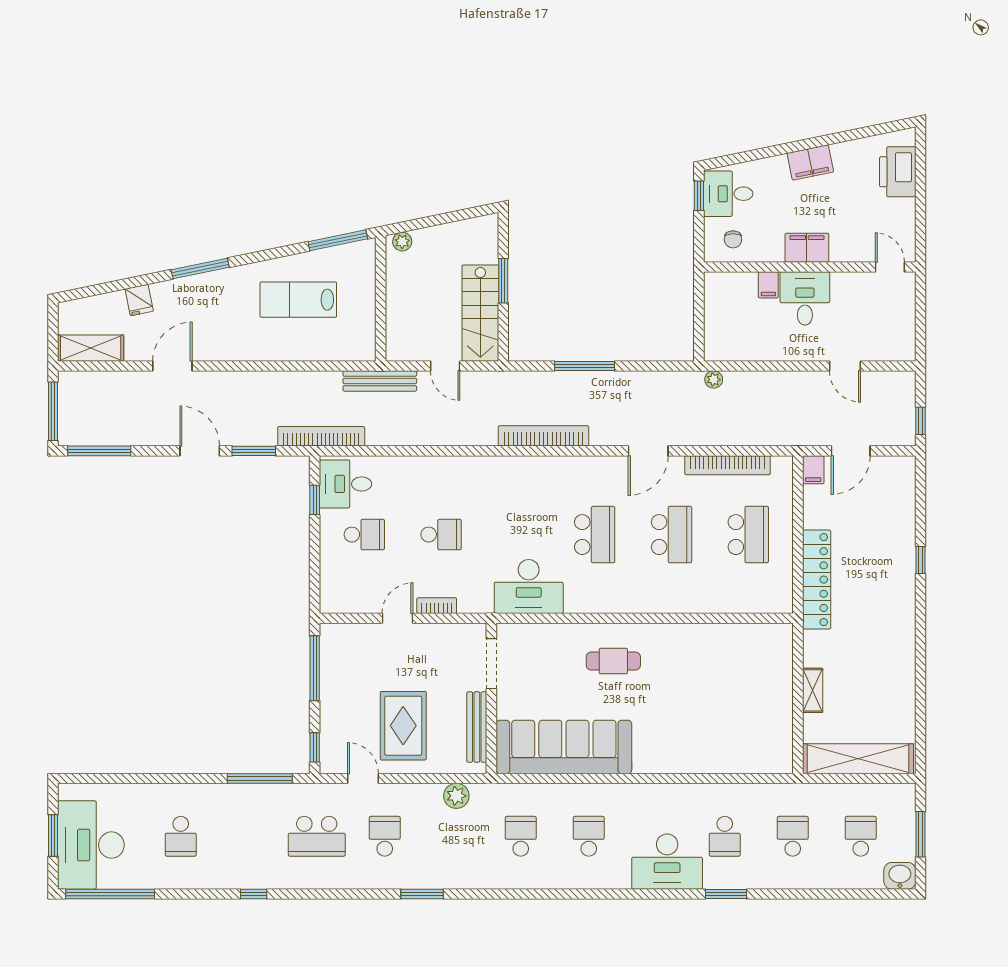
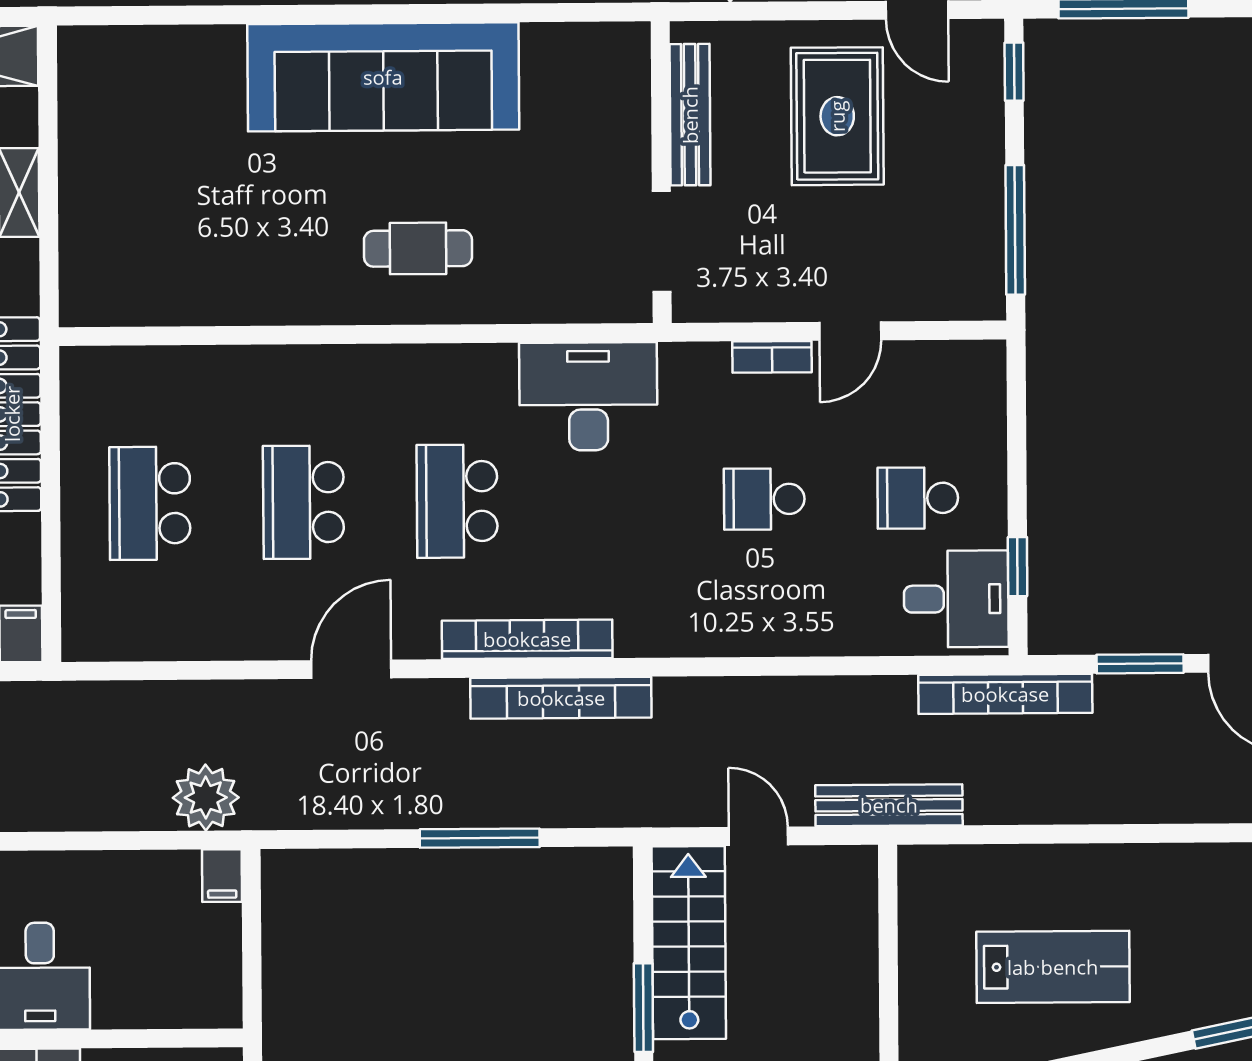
filing cabinet: (768, 285) -> (222, 876), moved, turned 180
plant: (714, 380) -> (206, 798), width x1.87, depth x1.87
bookcase: (728, 465) -> (527, 639), moved
sofa: (564, 747) -> (383, 77), moved

